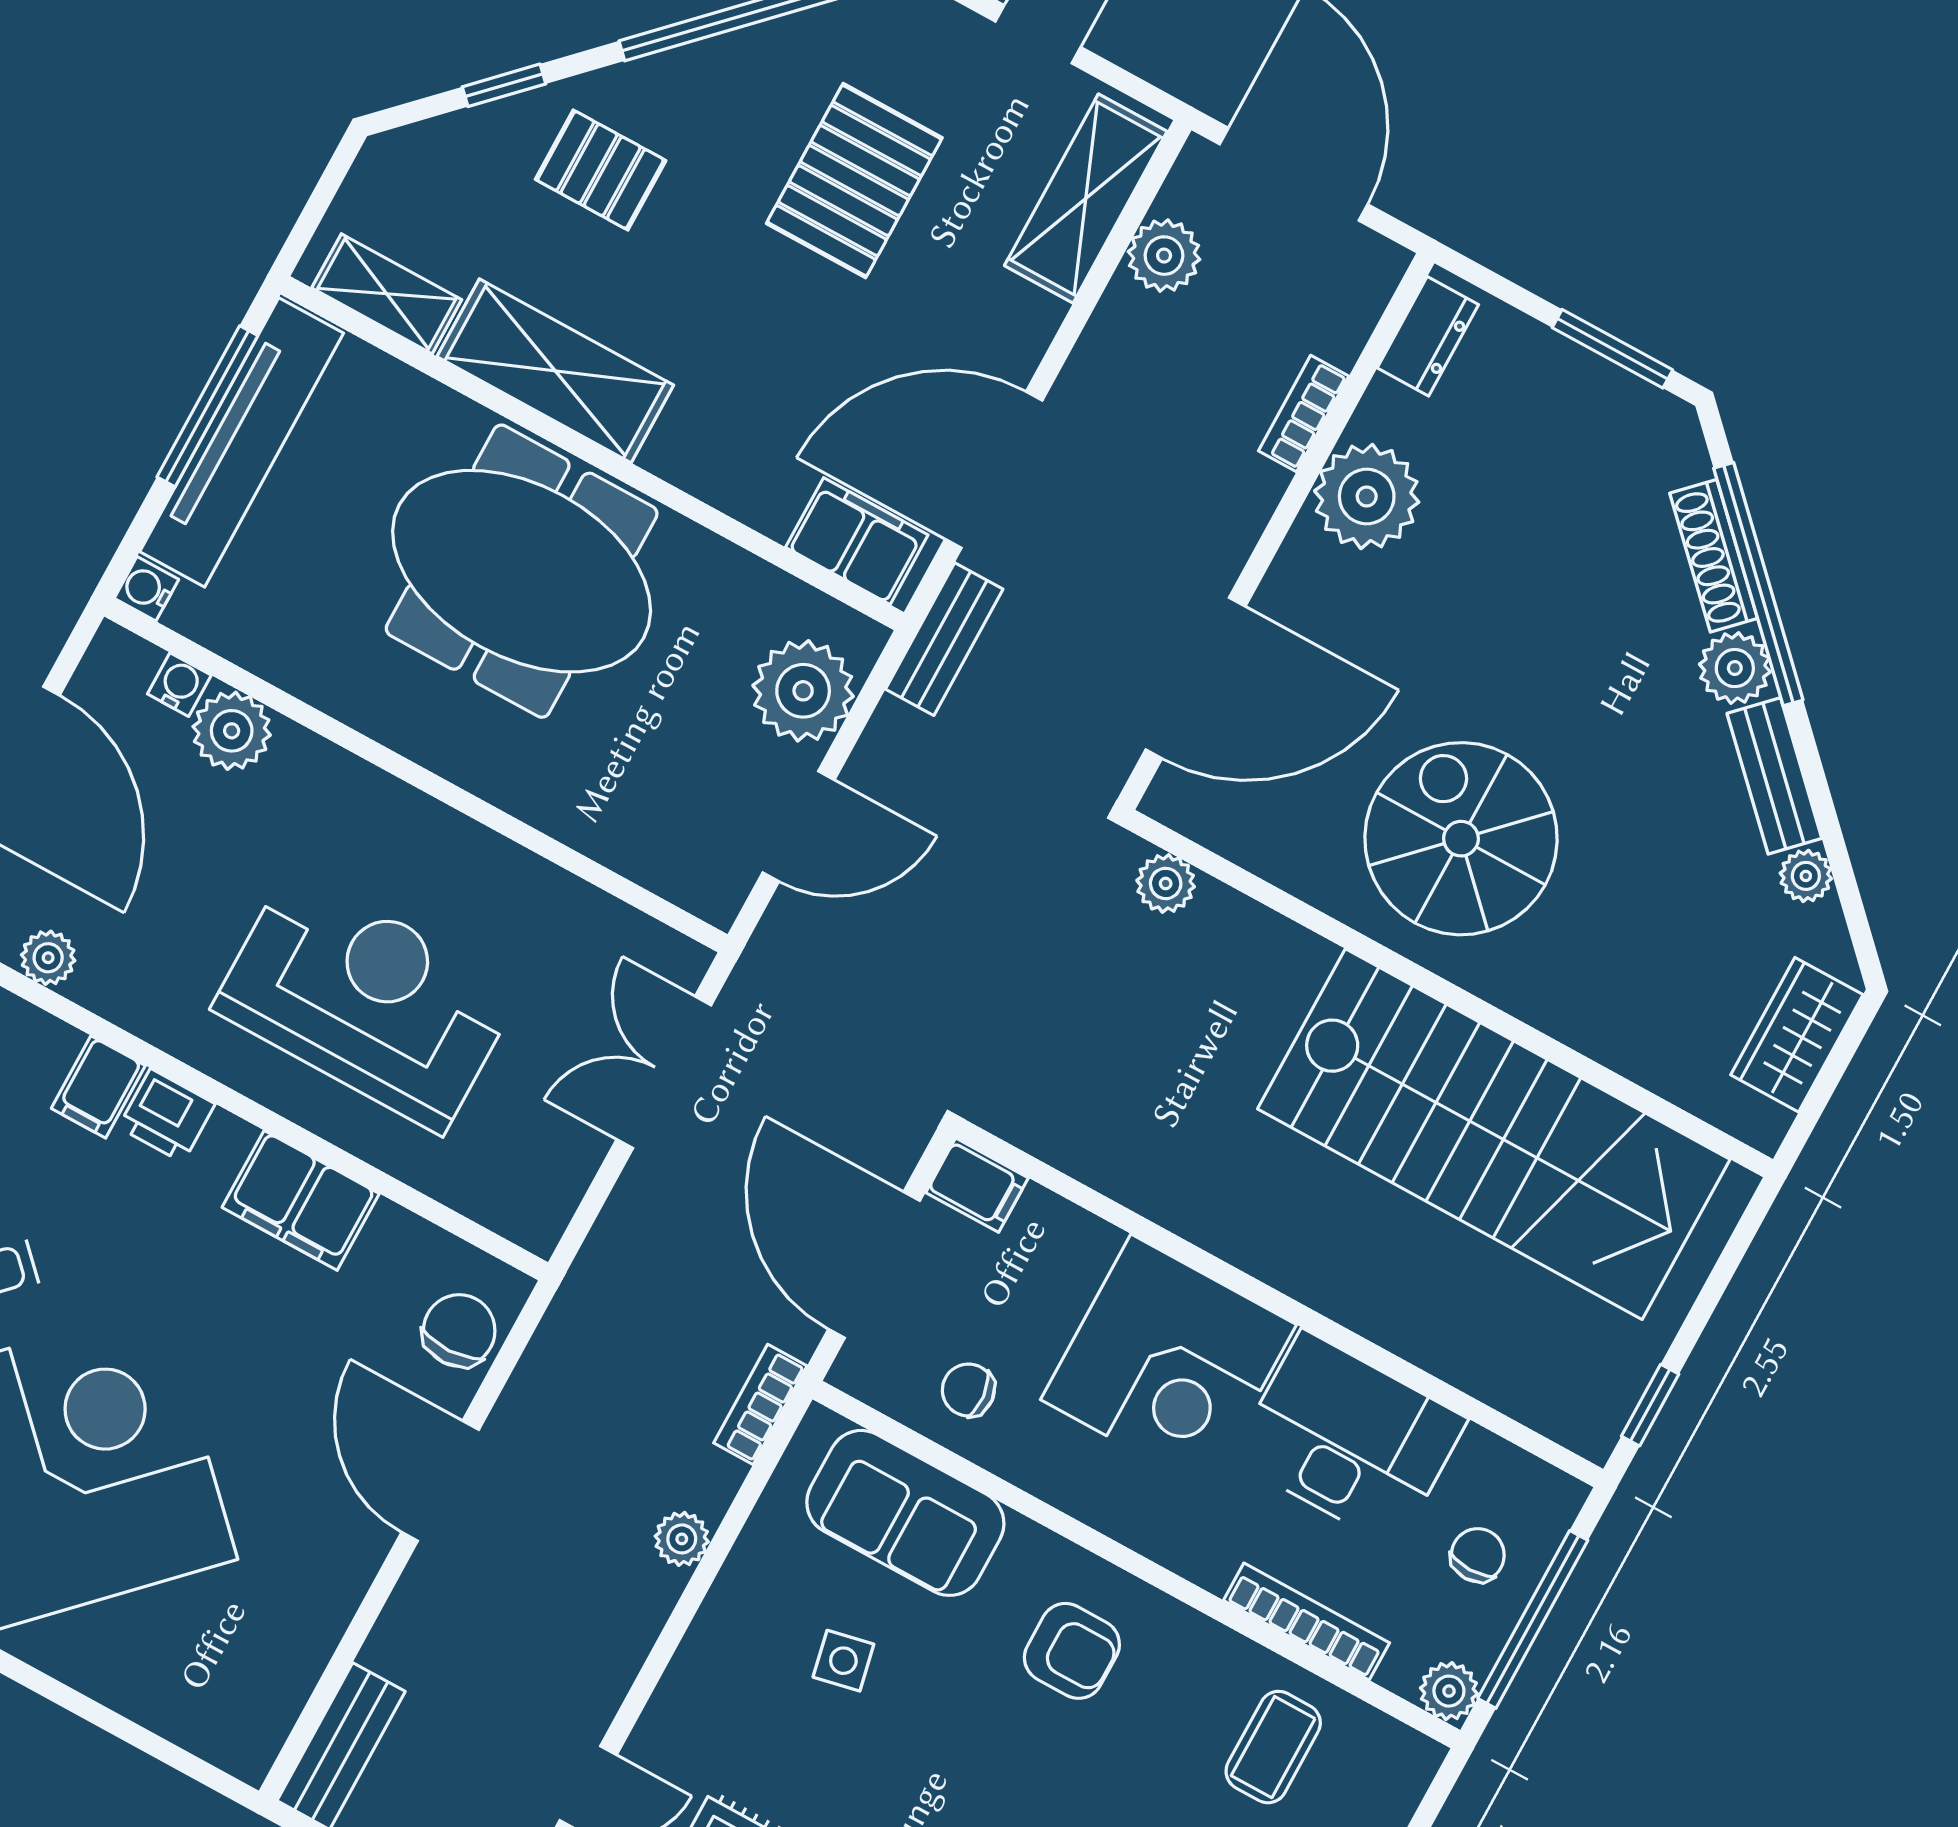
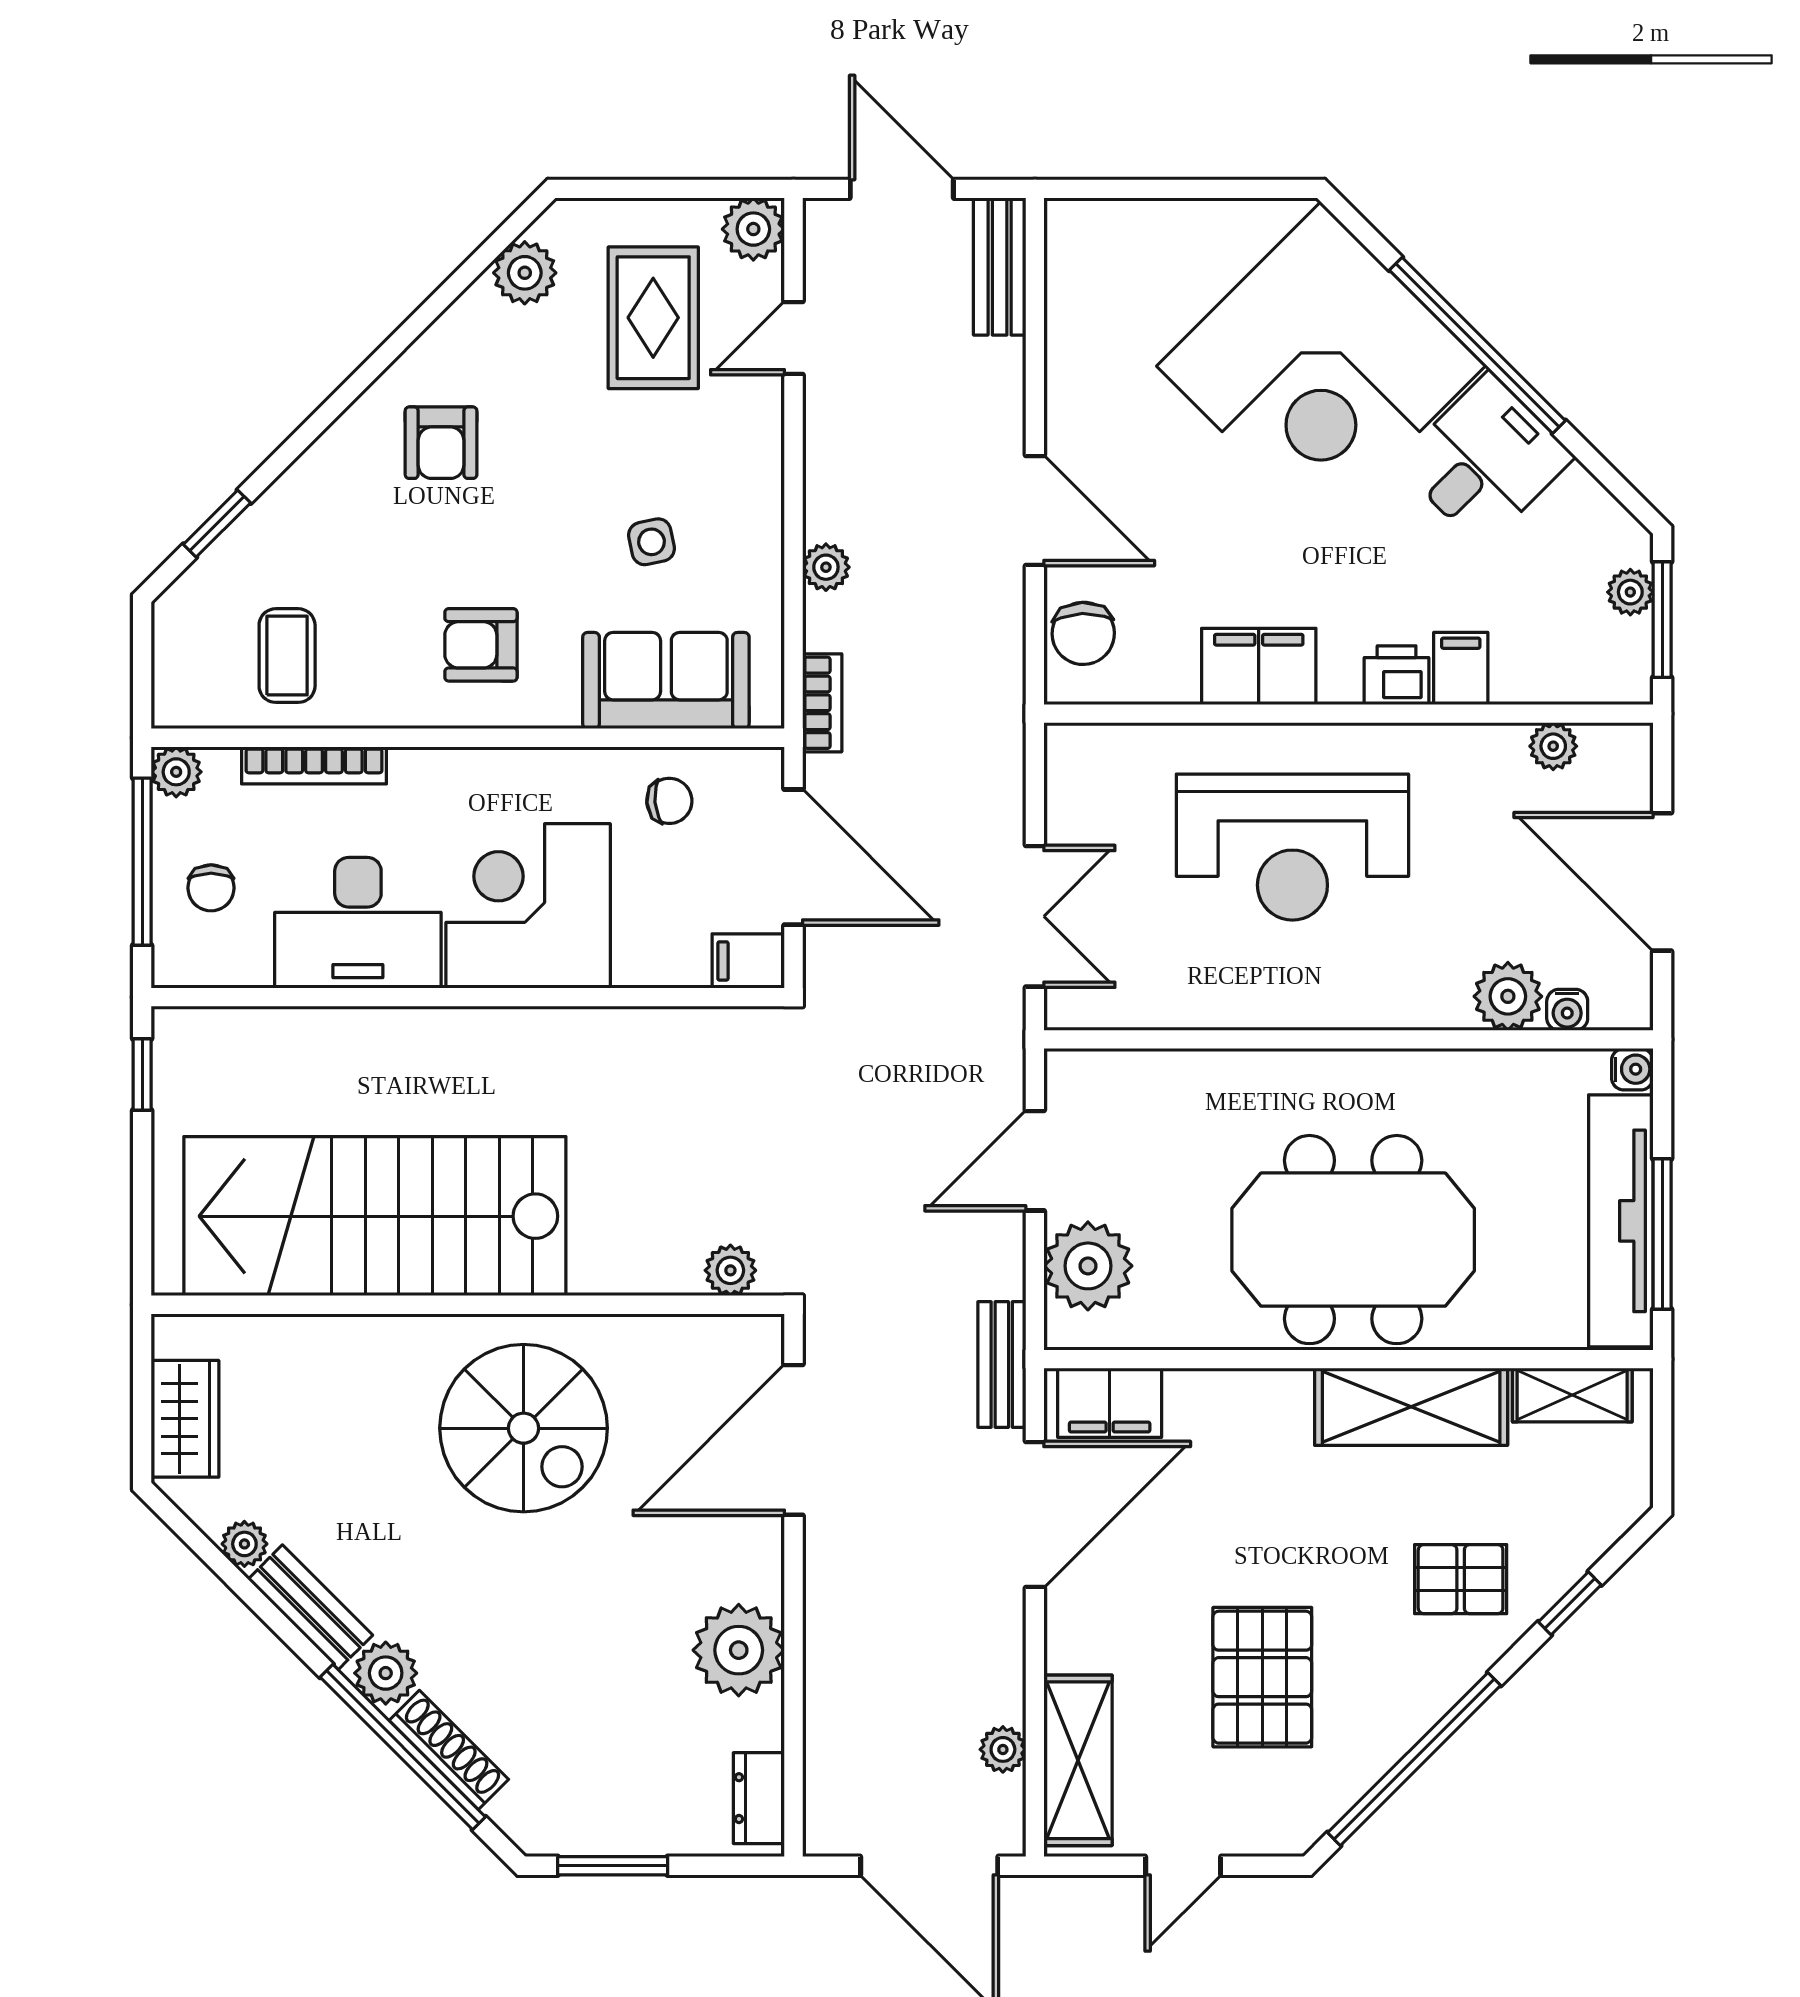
plant: (1164, 256) -> (1003, 1749), width x0.73, depth x0.73
bookcase: (1304, 413) -> (822, 1687), removed

